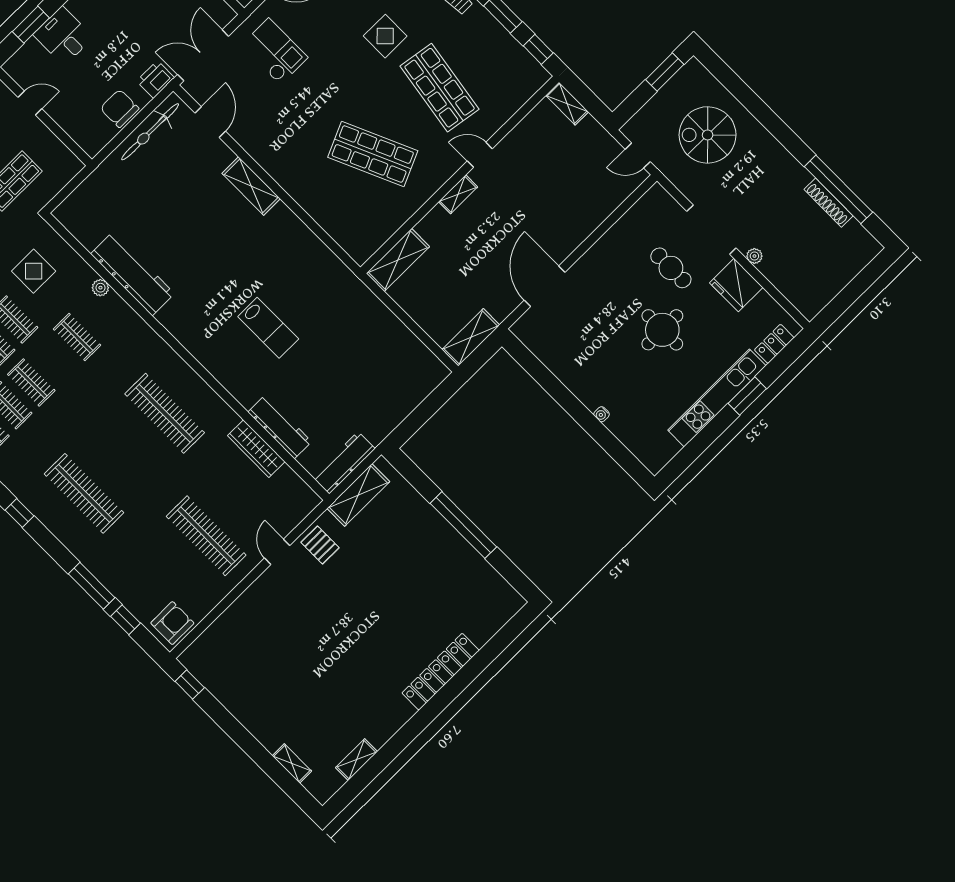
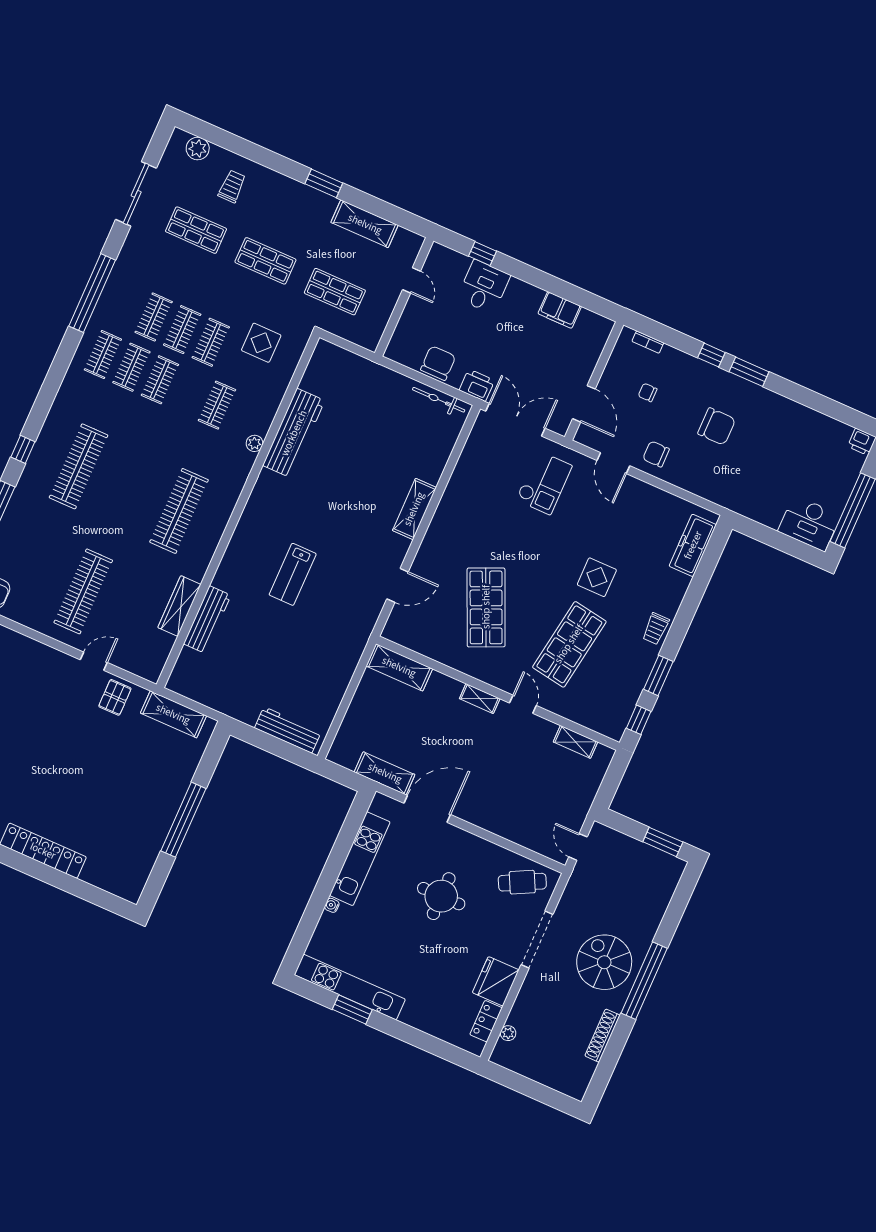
window: (31, 25) -> (483, 254), width x0.67
shelving: (567, 104) -> (575, 742), moved, turned 90
door: (210, 122) -> (397, 585), moved
bicycle: (150, 132) -> (439, 400), width x0.73, depth x0.71
spiral stairs: (708, 135) -> (604, 962), moved
window: (838, 189) -> (644, 981), moved
plant: (754, 256) -> (508, 1033), moved
cafe table: (671, 268) -> (522, 882), moved, turned 63
plant: (100, 288) -> (255, 443), moved
round table: (662, 330) -> (441, 896), moved
shelving: (471, 337) -> (385, 773), moved
locker: (774, 344) -> (486, 1021), moved, turned -90
kitchen unit: (567, 370) -> (360, 859), added
window: (747, 396) -> (352, 1009), moved
kitchen unit: (717, 398) -> (350, 987), moved
workbench: (344, 463) -> (288, 730), moved
window: (20, 513) -> (23, 449), moved

